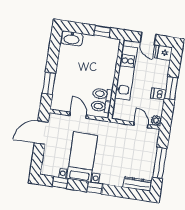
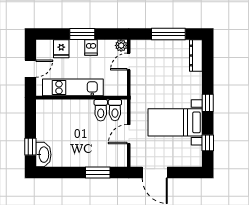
window: (102, 32) -> (30, 147), moved
fridge: (164, 53) -> (61, 49), moved

